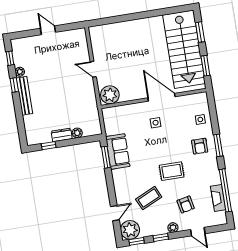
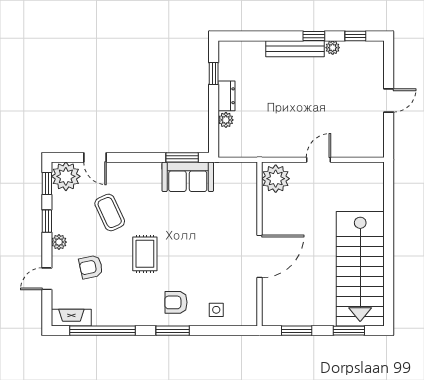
stairs: (184, 49) -> (360, 269), moved, turned -90
side table: (156, 123) -> (222, 241), removed
fireplace: (218, 198) -> (71, 318), moved

